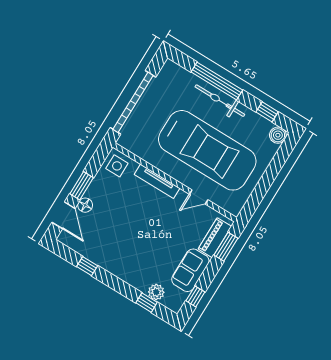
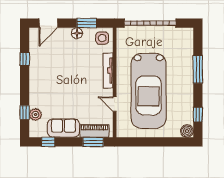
window: (217, 81) -> (198, 69), width x0.68
bicycle: (220, 101) -> (186, 79), removed
window: (82, 186) -> (87, 23), moved
floor lamp: (85, 205) -> (77, 33), moved

